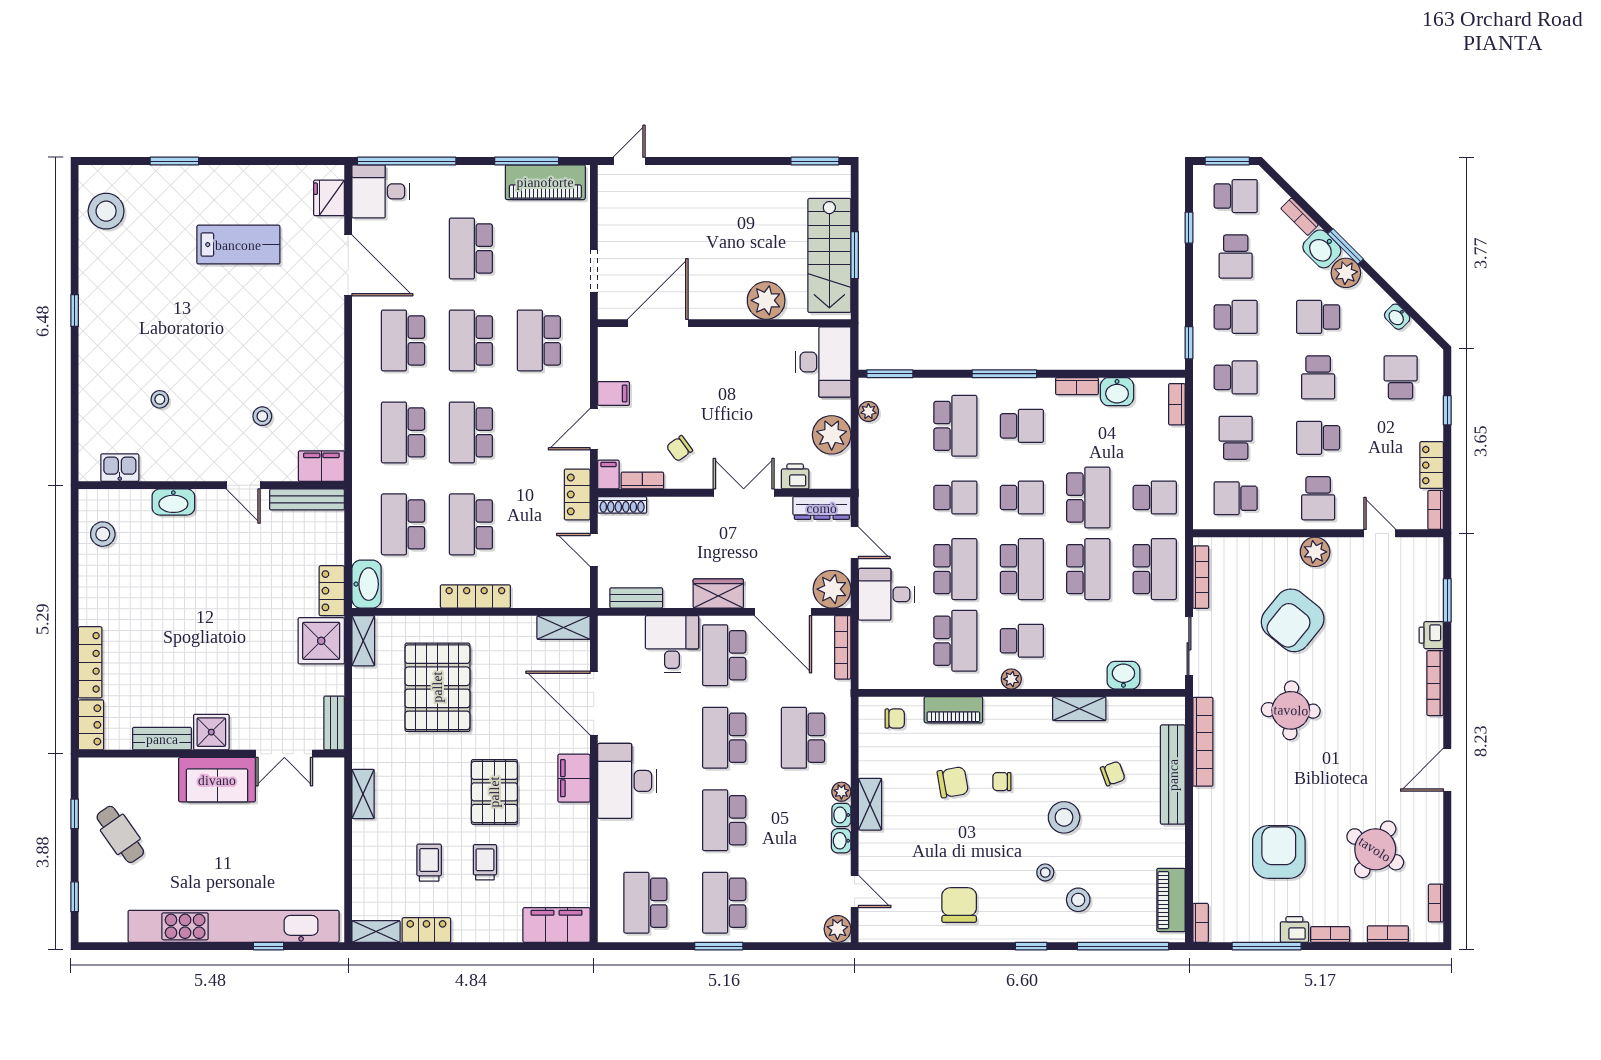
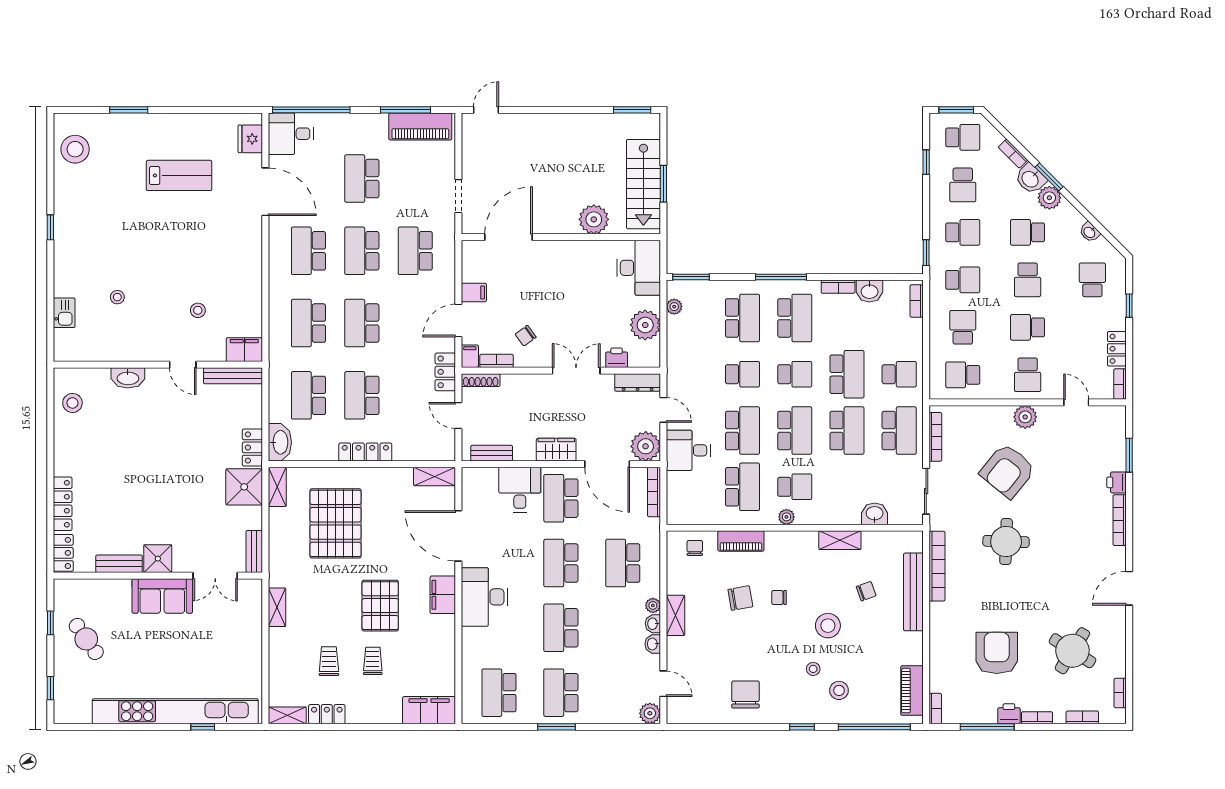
school desk: (1022, 426) -> (795, 318), width x1.85
kitchen sink: (120, 468) -> (64, 313), moved, turned 90
chair: (895, 719) -> (695, 548), turned -90

